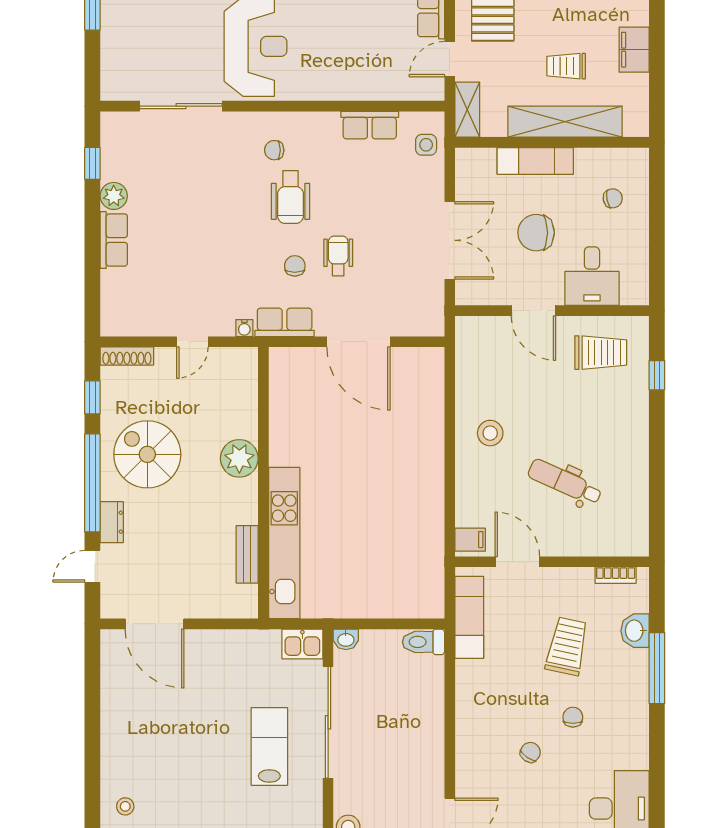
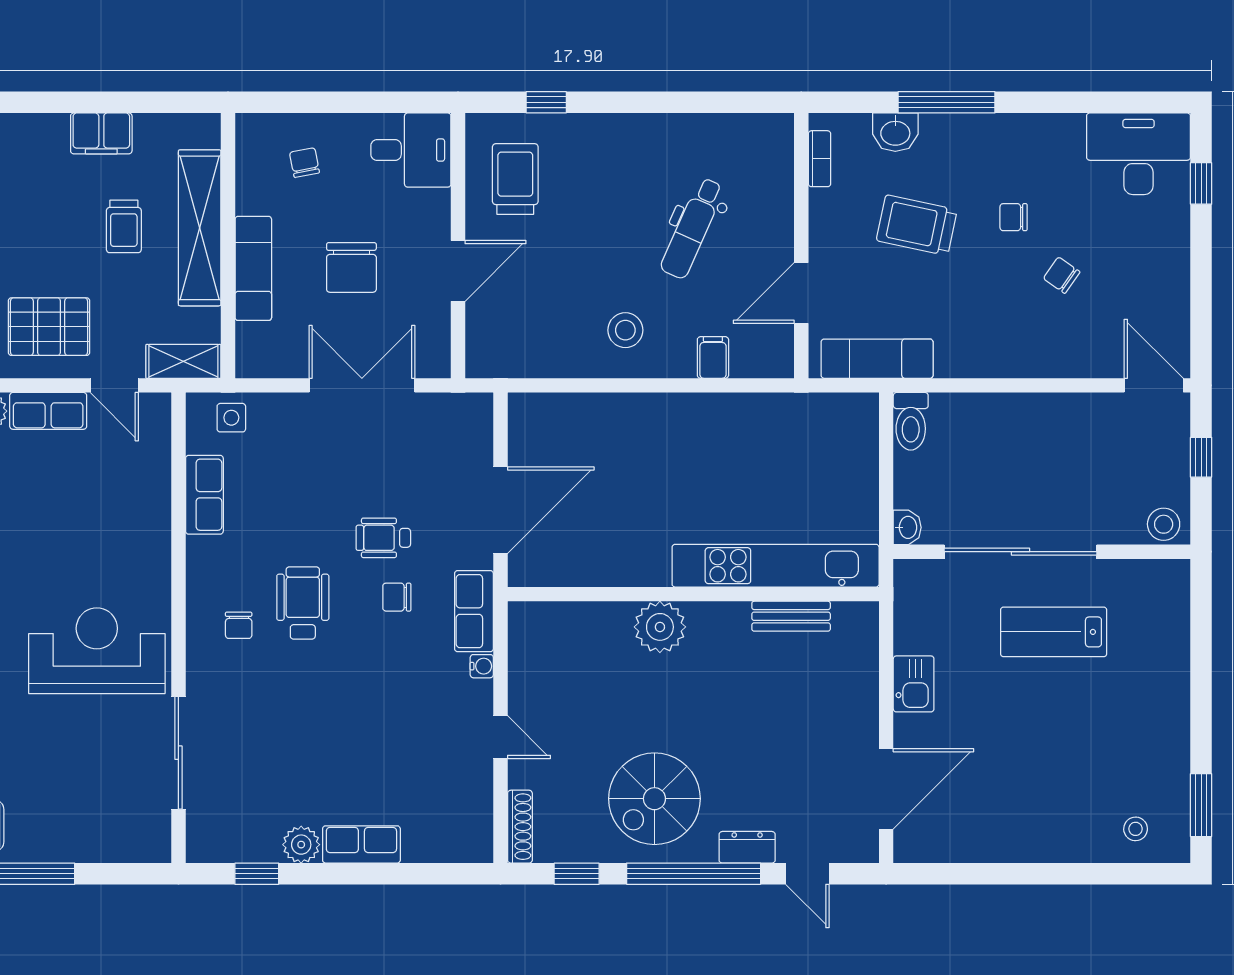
wheelchair: (290, 197) -> (303, 603), turned -90
desk: (592, 276) -> (411, 150), moved
plant: (239, 458) -> (660, 627), moved
wall: (263, 483) -> (693, 594), moved
filing cabinet: (470, 540) -> (713, 357), moved
kitchen unit: (284, 543) -> (776, 566), moved
bench: (247, 554) -> (791, 616), moved
kitchen sink: (302, 644) -> (914, 684), moved

